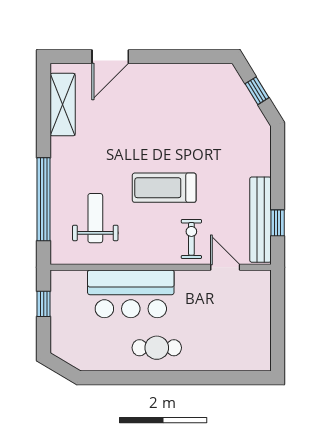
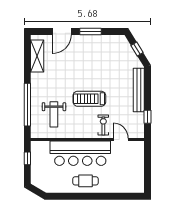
window: (166, 57) -> (90, 31), added
weight bench: (95, 218) -> (54, 114), turned 180
bench: (260, 220) -> (139, 90), moved
bar counter: (131, 294) -> (80, 153), width x1.36

